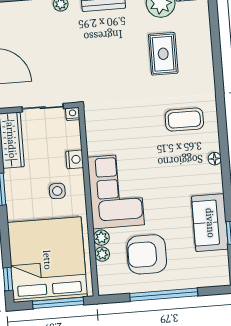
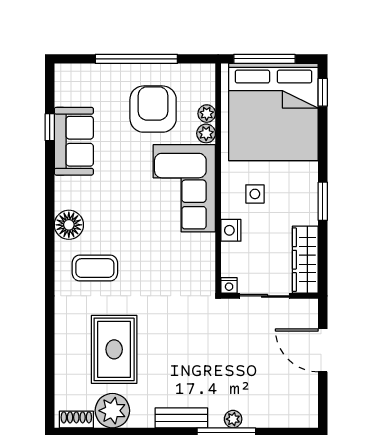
rug: (163, 54) -> (114, 349), width x1.36, depth x1.43
floor lamp: (215, 159) -> (69, 225), width x1.89, depth x1.89
armchair: (147, 254) -> (153, 109), turned -90

